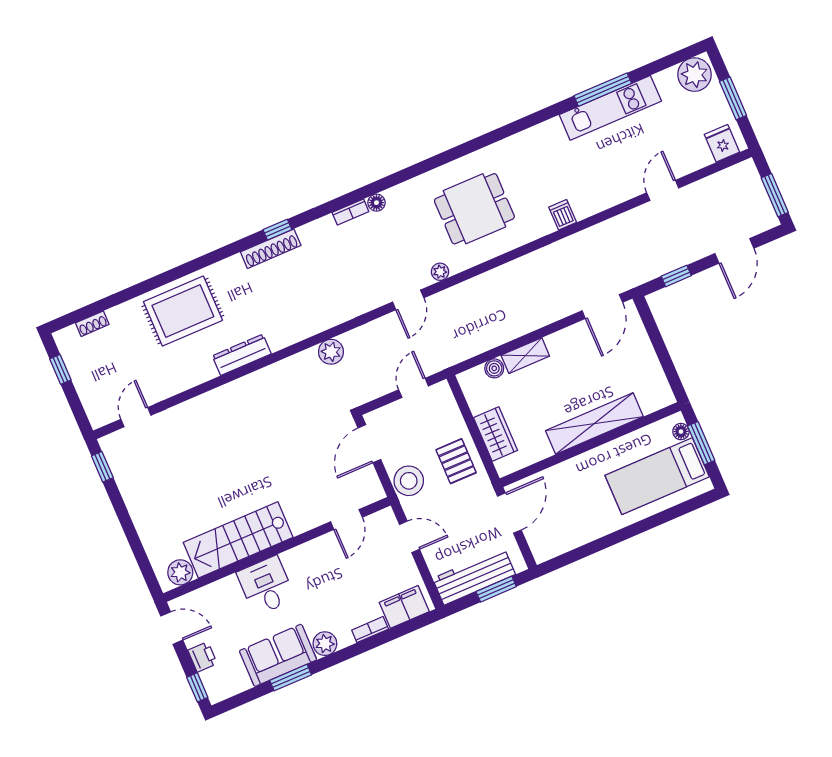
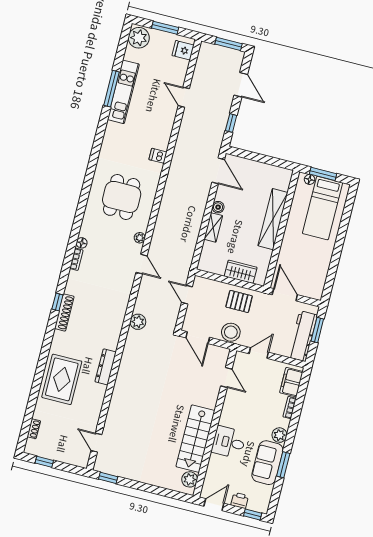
boiler: (494, 368) -> (218, 207), moved

